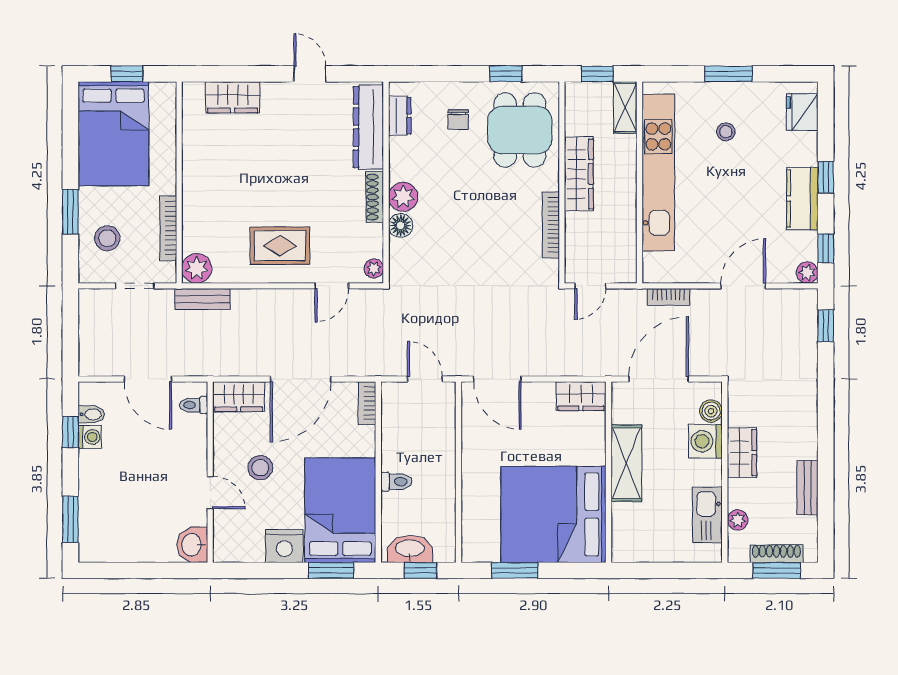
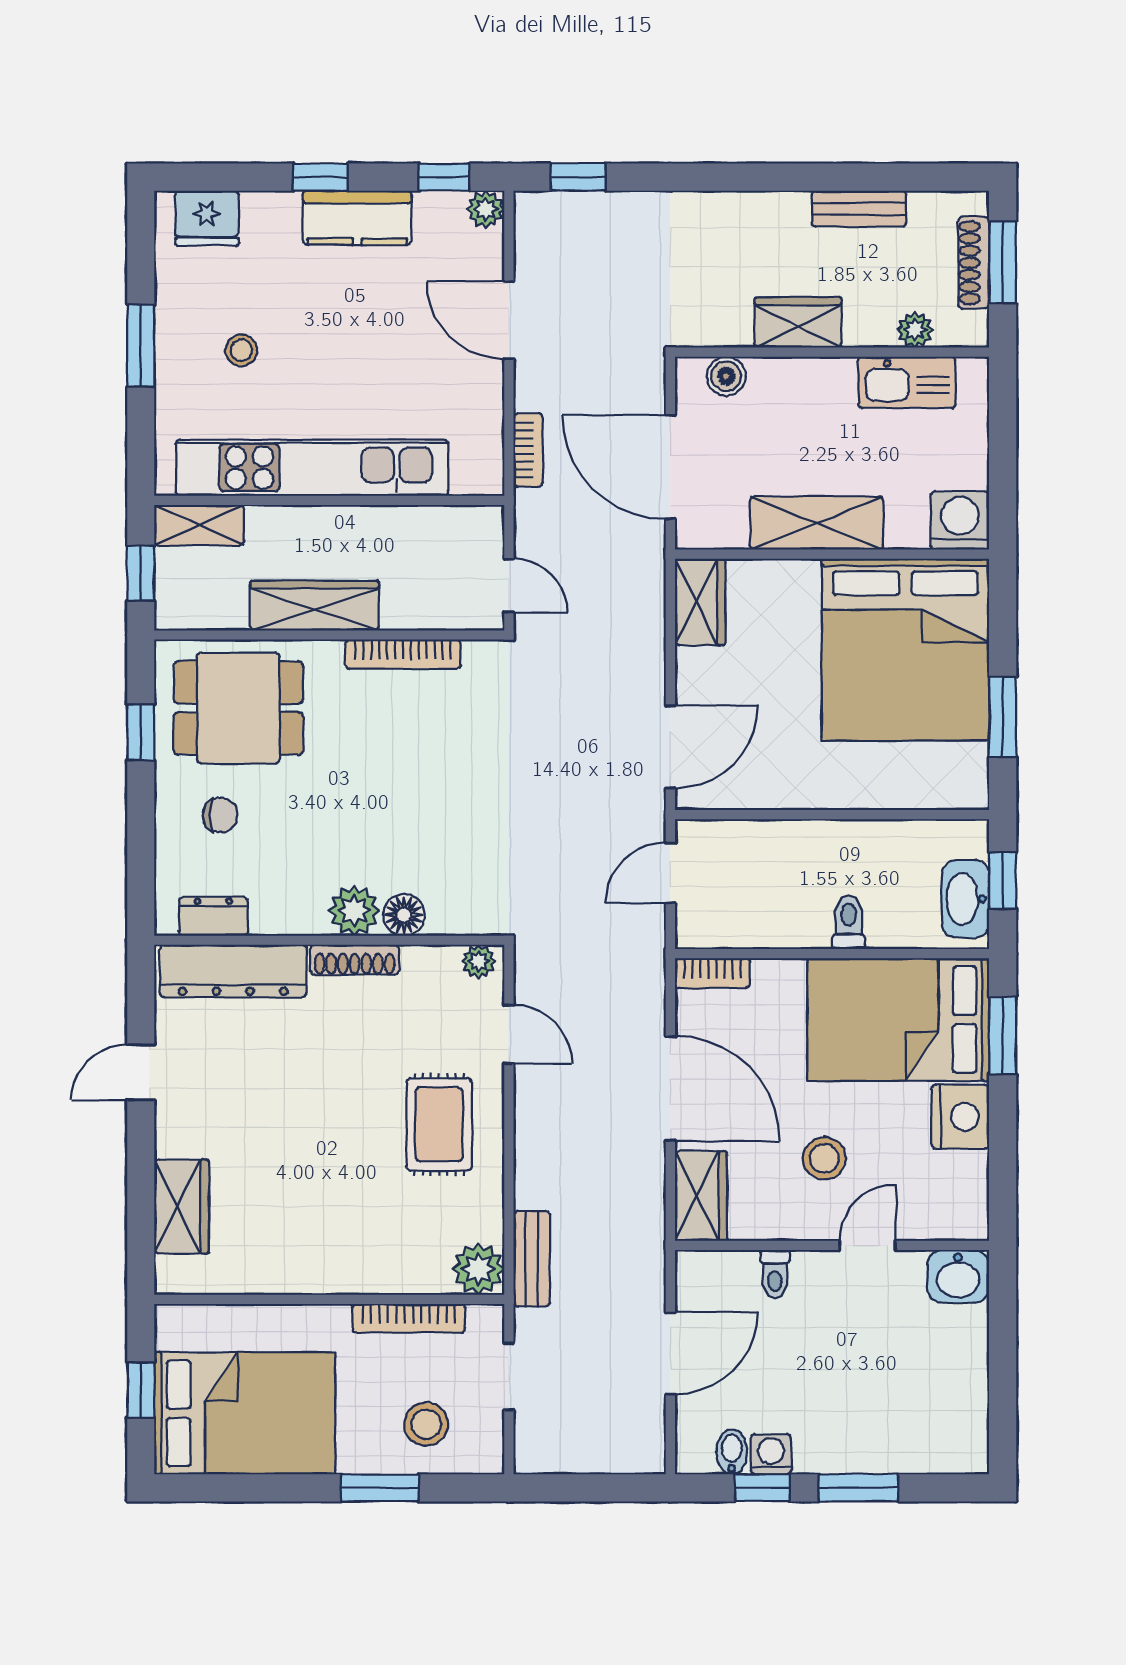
toilet: (194, 405) -> (775, 1274), moved
washing machine: (705, 441) -> (960, 520), moved, turned 180
window: (70, 519) -> (858, 1488), moved

